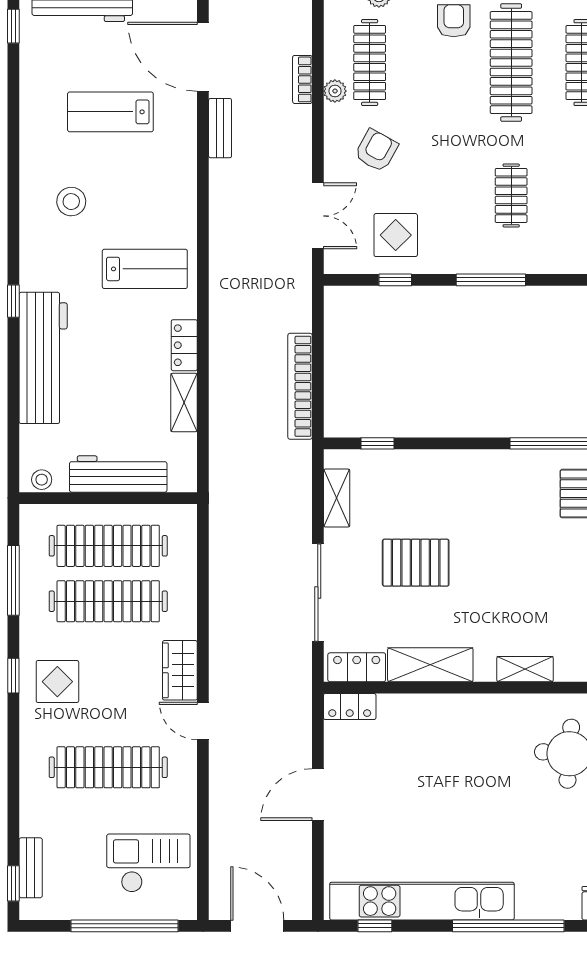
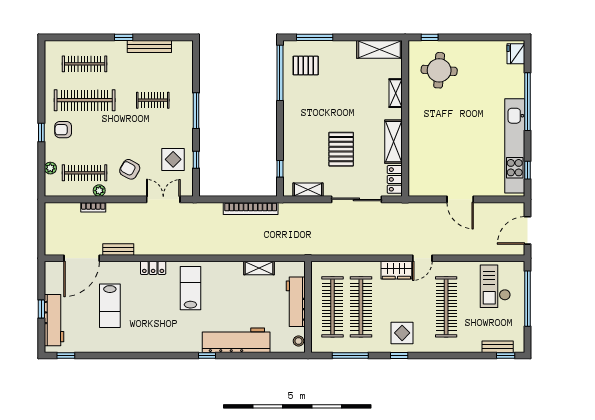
stool: (71, 202) -> (156, 326), removed
locker: (184, 345) -> (153, 268), moved
locker: (350, 706) -> (415, 183), removed

